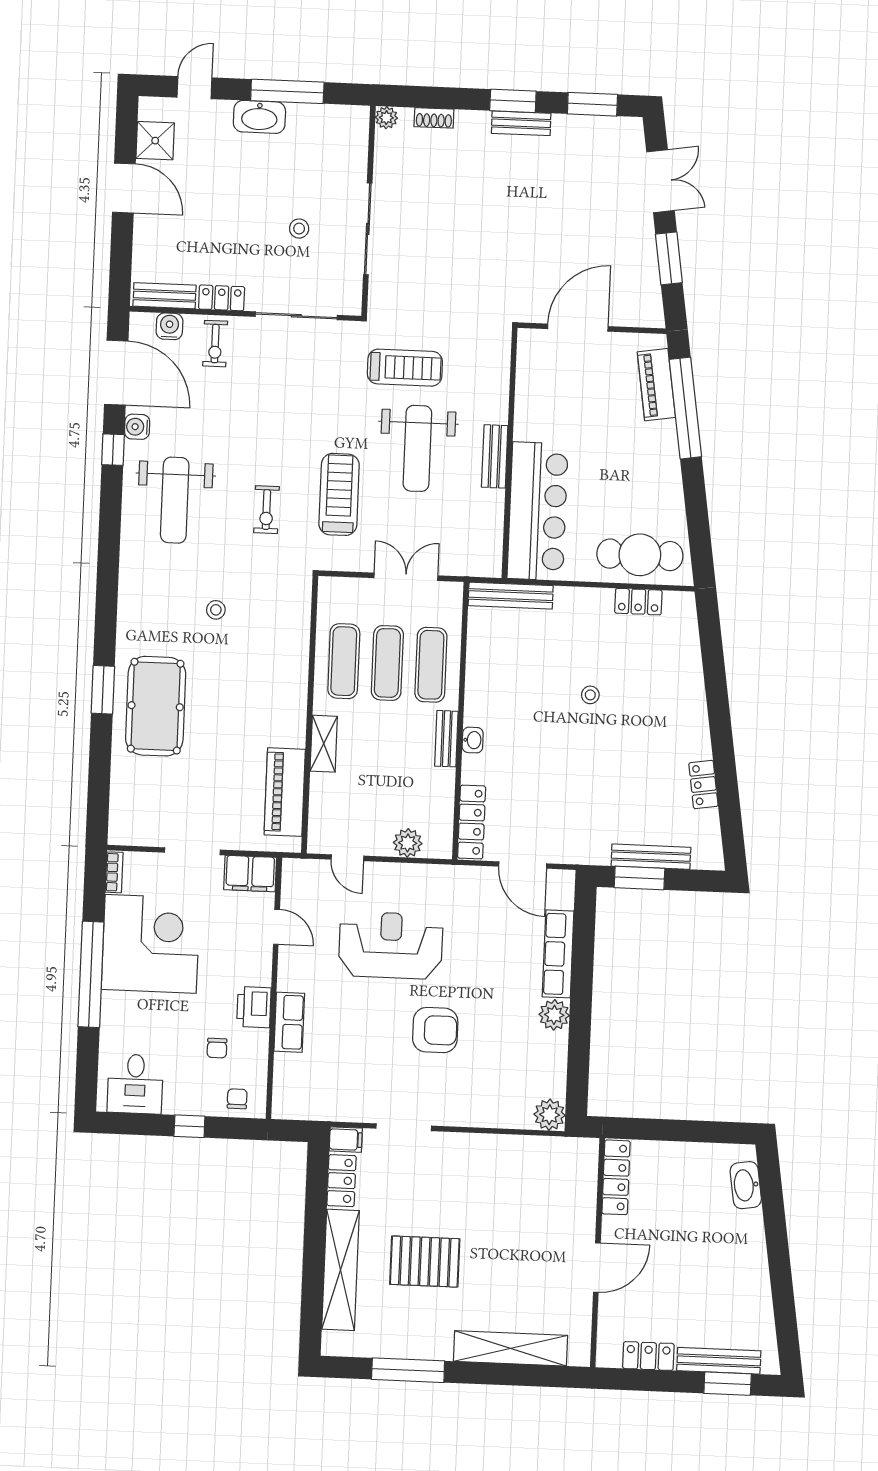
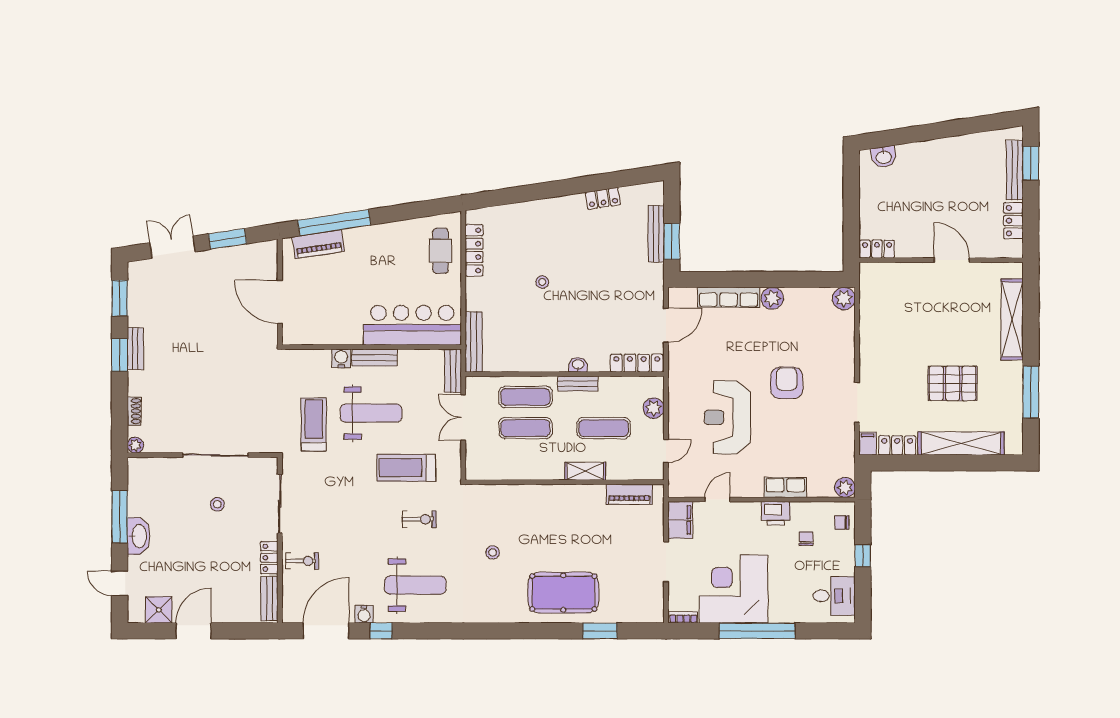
water cooler: (169, 326) -> (341, 358), moved, turned 90
cafe table: (640, 555) -> (441, 251), width x0.73, depth x0.74
bench: (472, 565) -> (453, 371), added
locker: (638, 602) -> (474, 250), width x1.53
exercise mat: (344, 661) -> (604, 428), moved
window: (103, 690) -> (600, 631), moved
piano: (285, 792) -> (629, 494), width x0.73, depth x0.75
chair: (217, 1048) -> (806, 538), turned -90
plant: (286, 1105) -> (845, 487), added
locker: (616, 1177) -> (877, 249), width x0.66
washbasin: (746, 1185) -> (884, 157), width x0.72
pallet: (425, 1262) -> (953, 383), turned 90

